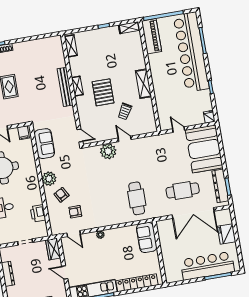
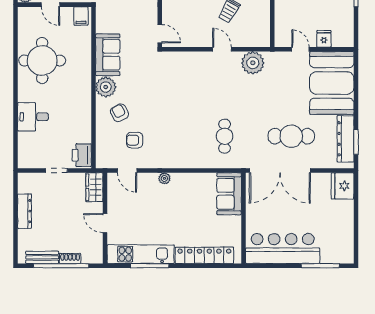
fridge: (209, 117) -> (324, 39), moved
sofa: (44, 144) -> (108, 55), moved
plant: (108, 151) -> (253, 63), moved
cafe table: (137, 198) -> (225, 136), width x0.73, depth x0.74
printer: (38, 213) -> (82, 155), moved
double door: (193, 213) -> (280, 171), moved
fridge: (227, 234) -> (343, 186), moved
bar counter: (207, 266) -> (283, 248), moved

